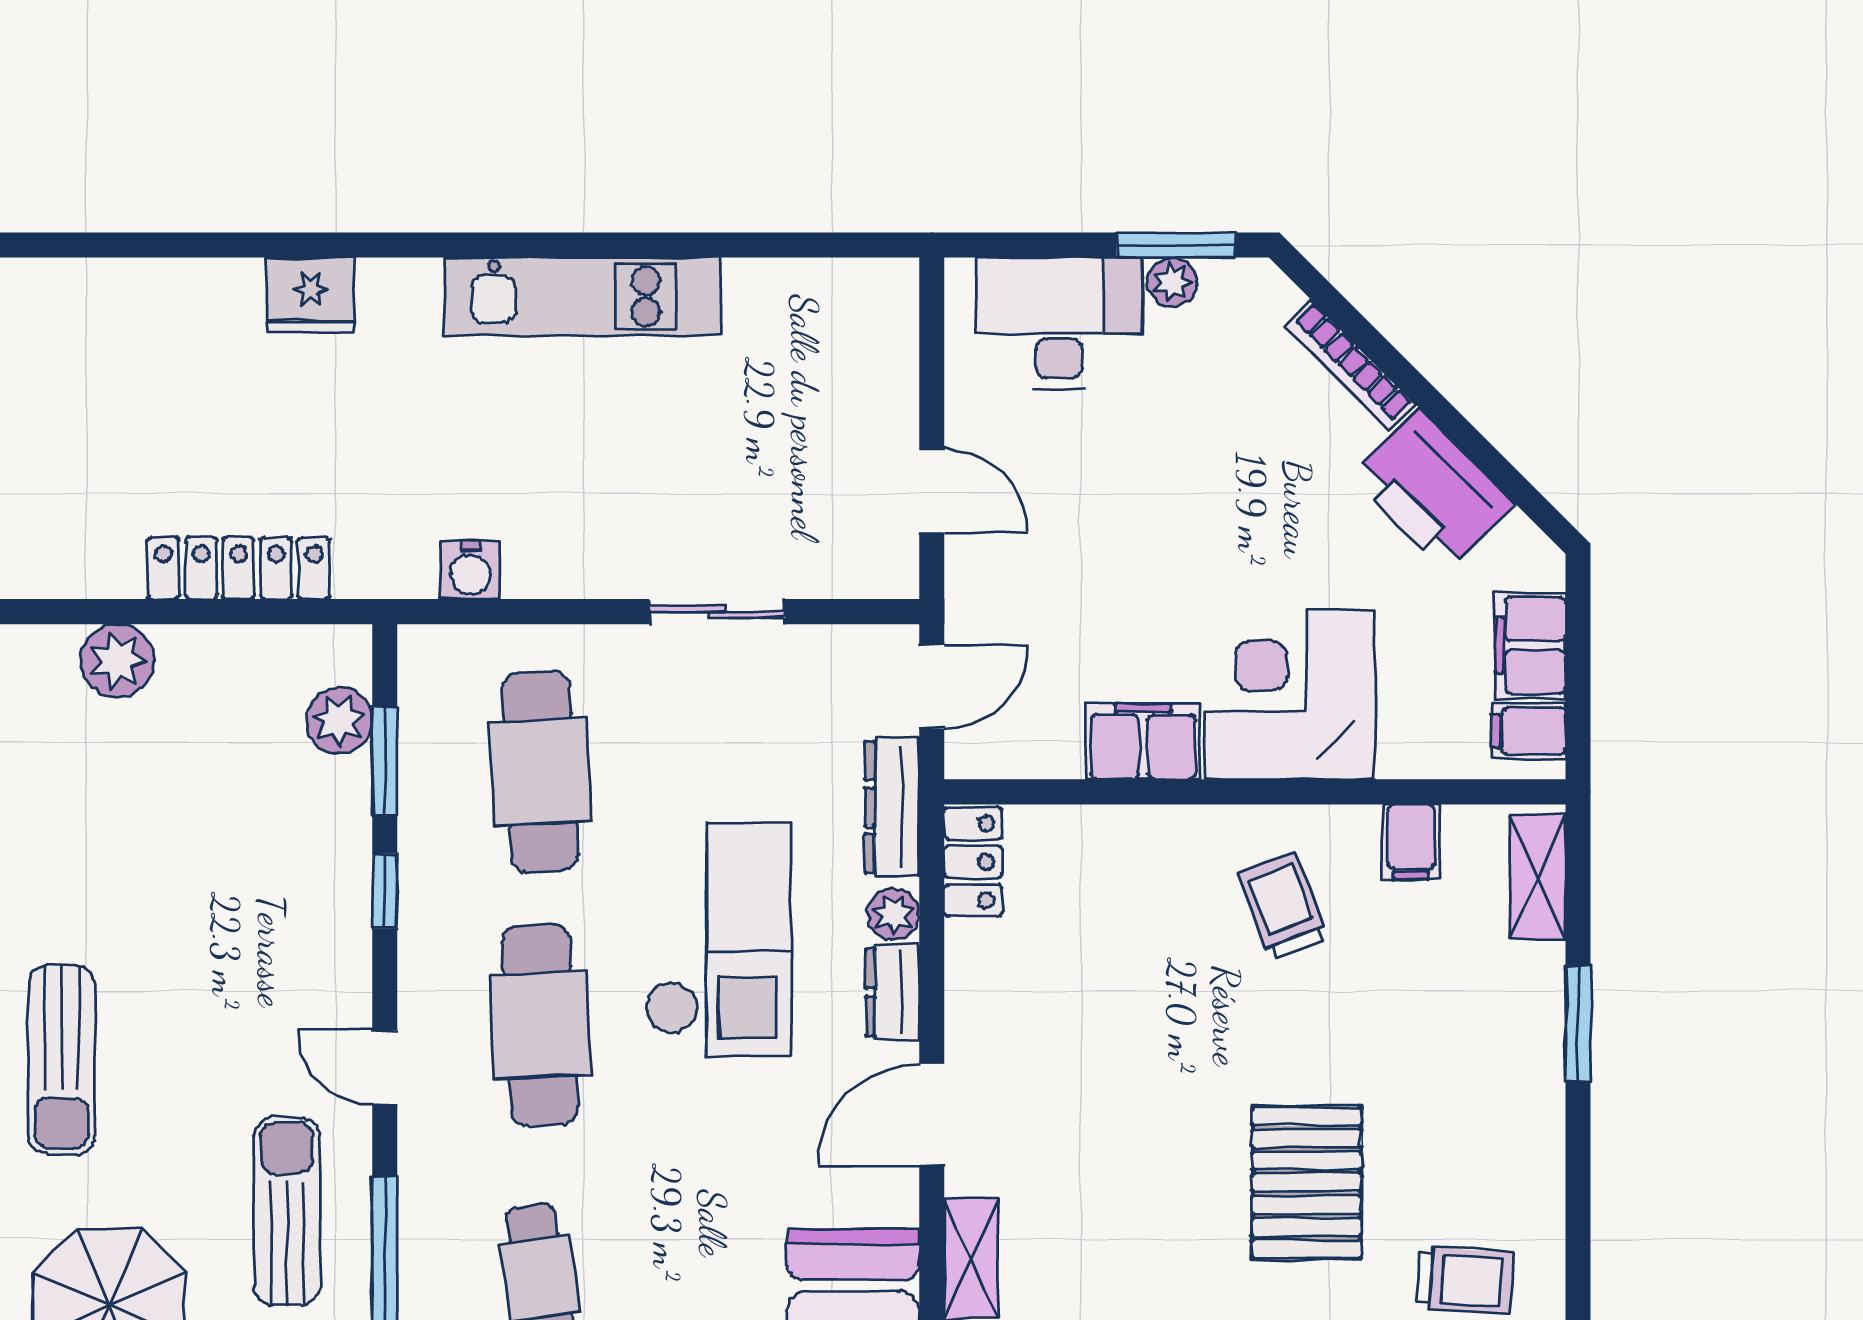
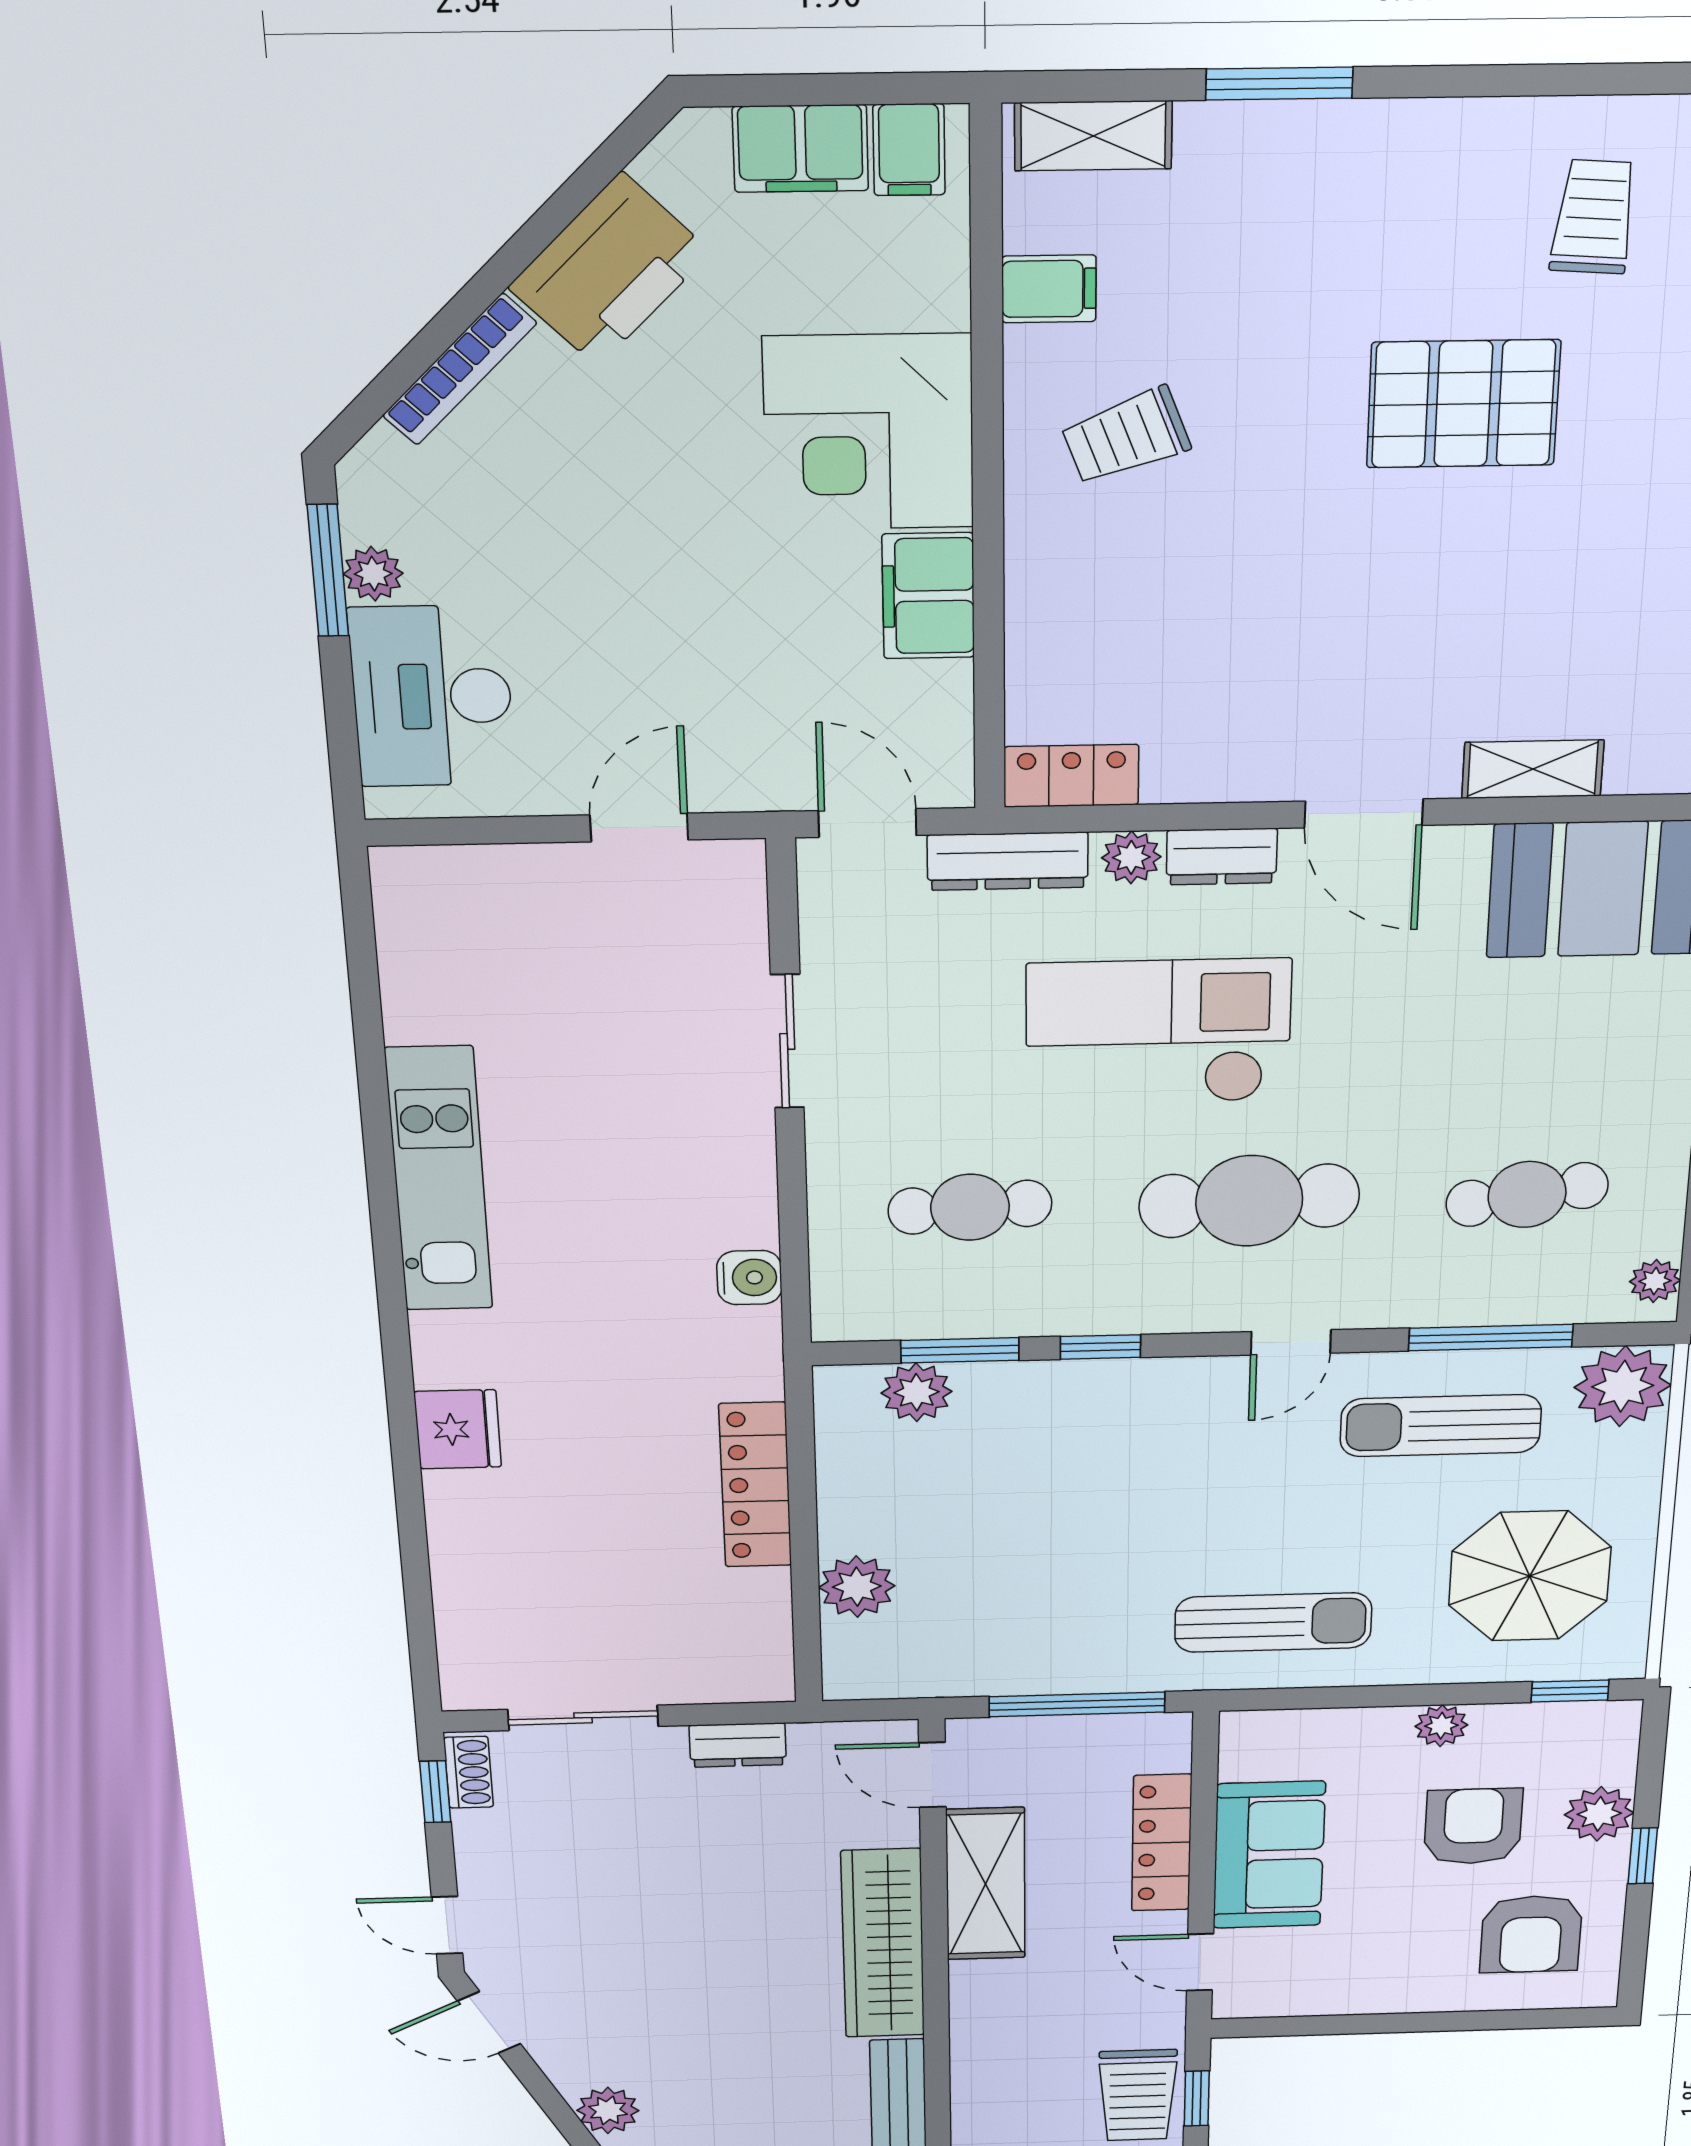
cafe table: (540, 772) -> (970, 1207), width x0.73, depth x0.74

